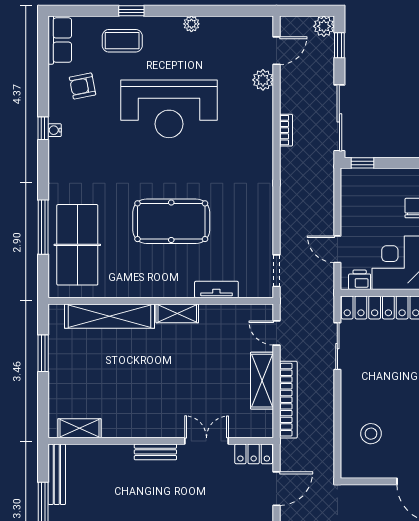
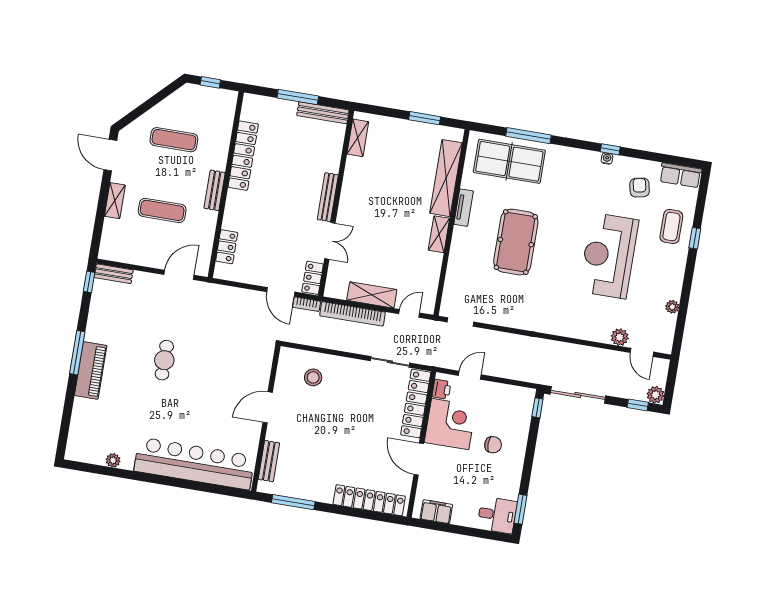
plant: (191, 24) -> (672, 307), moved
bookcase: (286, 130) -> (307, 304), moved
tv unit: (216, 290) -> (464, 208), moved
bench: (155, 452) -> (328, 197), width x1.36

